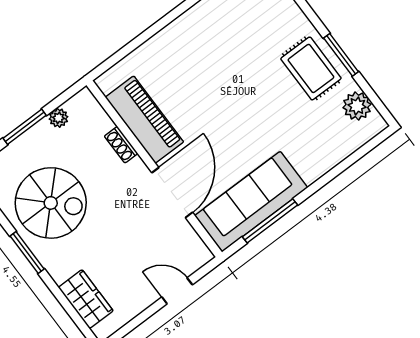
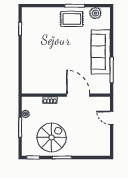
piano: (144, 120) -> (47, 86), removed
sofa: (251, 202) -> (101, 52), moved
door: (177, 291) -> (112, 118), hinge flipped
wardrobe: (86, 299) -> (92, 150), removed

